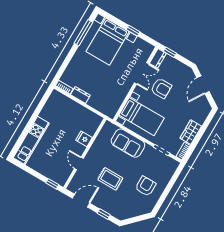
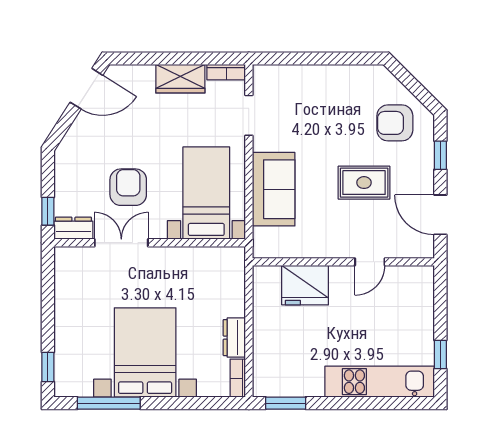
window: (133, 31) -> (48, 367), moved
bed with nightstands: (108, 42) -> (145, 352), moved, turned -90
door: (203, 85) -> (86, 89), moved
window: (44, 100) -> (286, 403), added
fridge: (84, 139) -> (305, 285), width x1.88, depth x1.34
rug: (110, 179) -> (364, 183), turned 90
window: (52, 184) -> (440, 355), moved
armchair: (146, 186) -> (395, 123), moved

